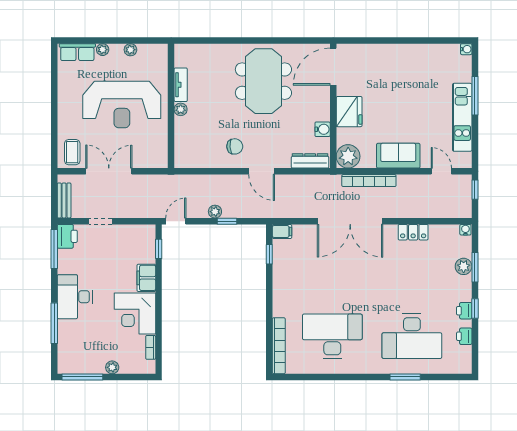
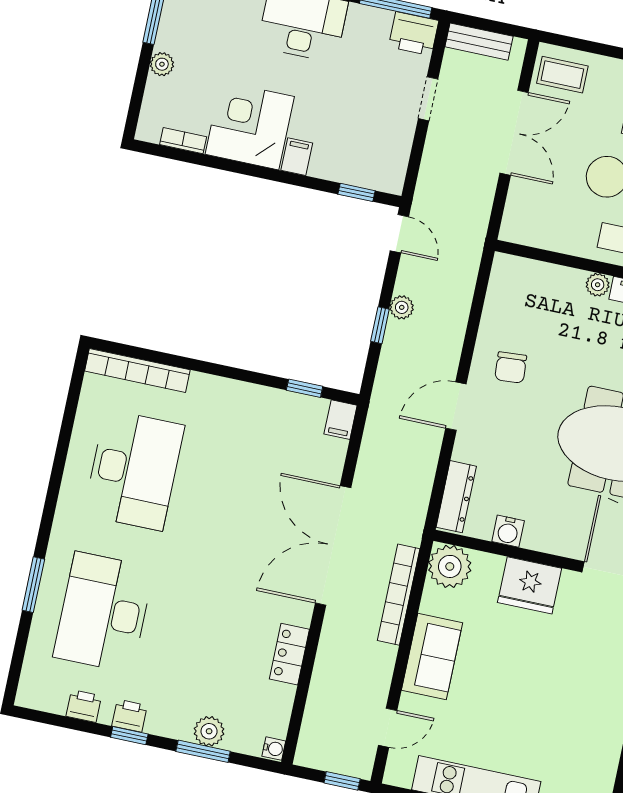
filing cabinet: (146, 278) -> (297, 157), width x0.50

